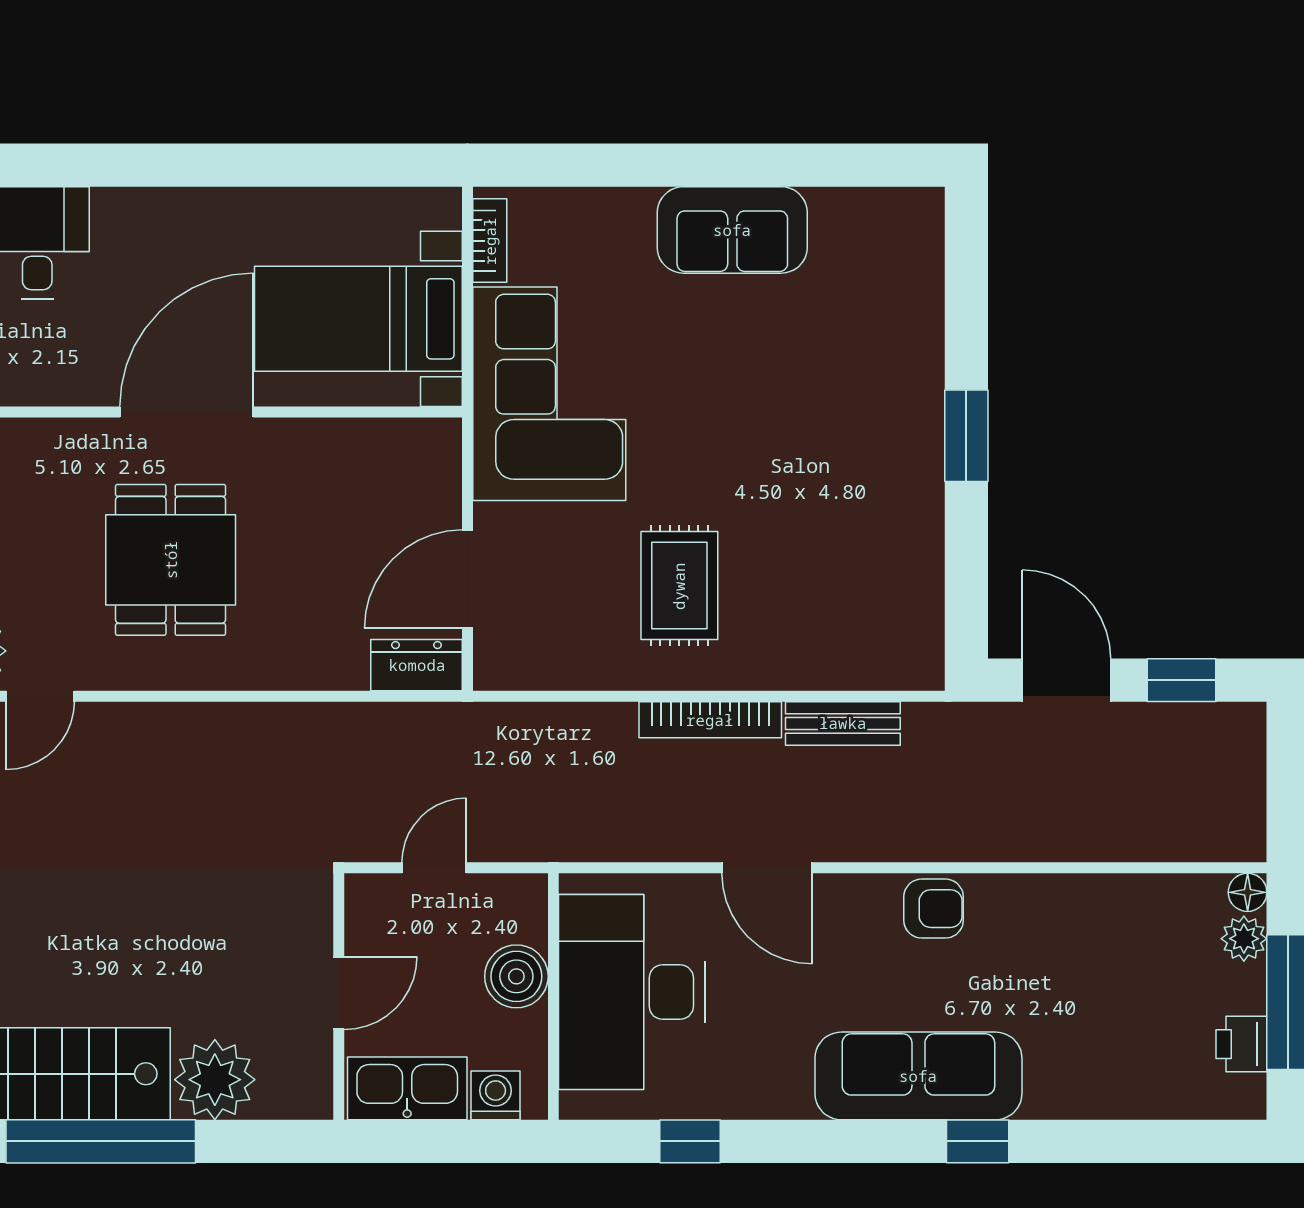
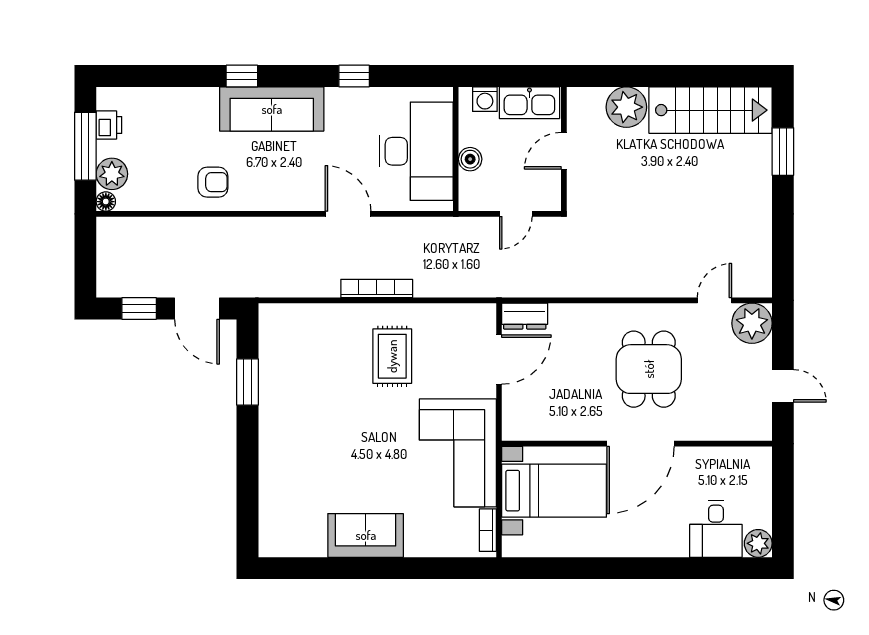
window: (966, 436) -> (248, 382), moved
bench: (843, 723) -> (310, 287), removed
armchair: (934, 909) -> (213, 182), moved, turned 180
plant: (1244, 939) -> (112, 174), width x1.38, depth x1.38
boiler: (516, 976) -> (470, 159), width x0.73, depth x0.73
window: (101, 1141) -> (684, 76), removed
window: (690, 1141) -> (354, 76), moved

